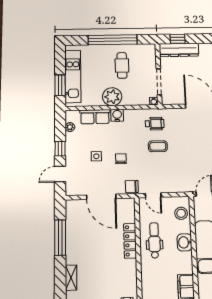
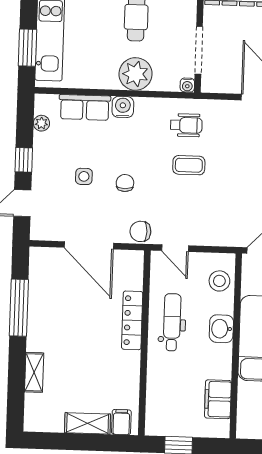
plant: (112, 97) -> (135, 74), moved

